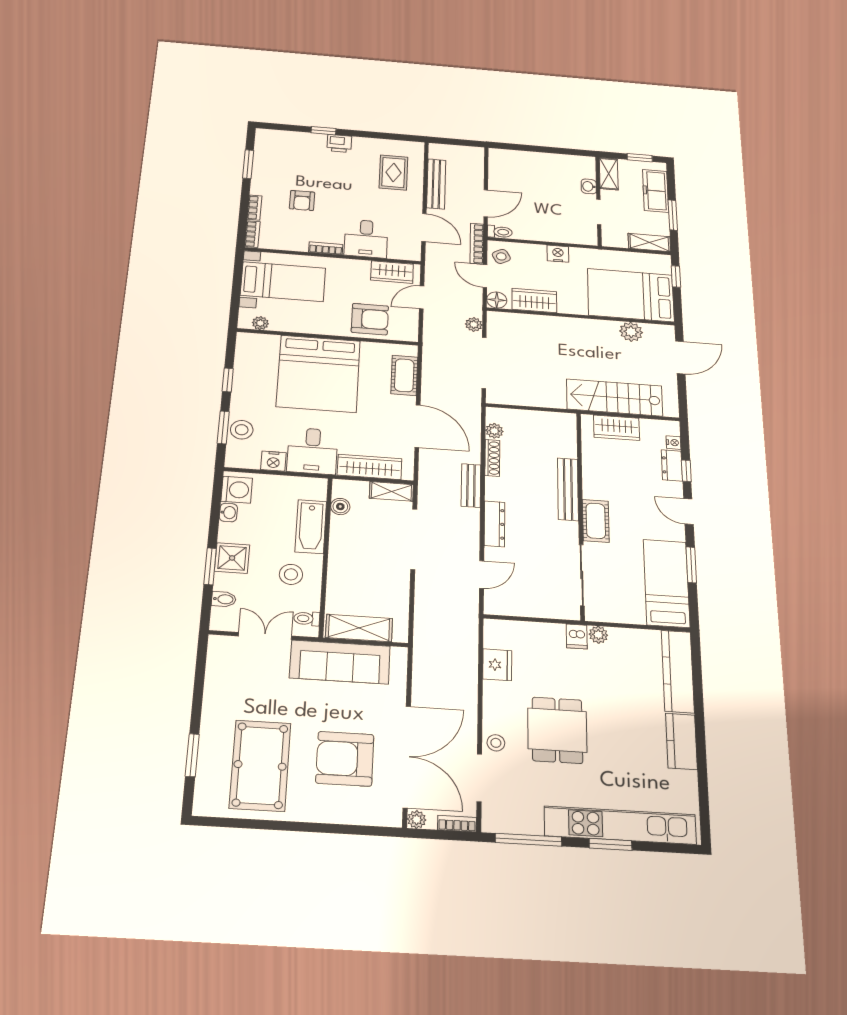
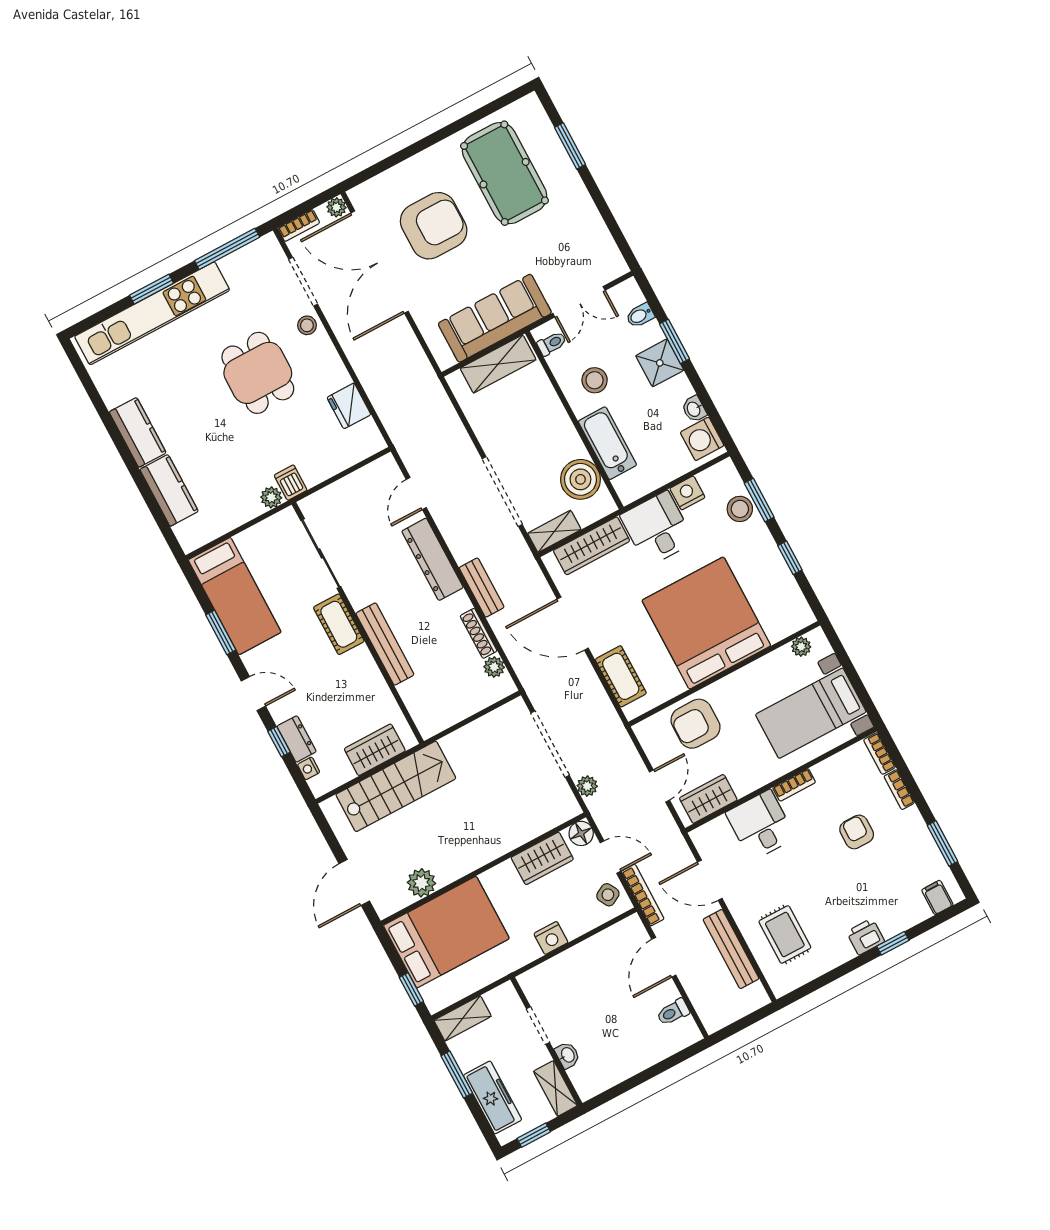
filing cabinet: (274, 138) -> (937, 897), added
toilet: (500, 232) -> (673, 1012), moved
boiler: (340, 506) -> (580, 479), width x1.86, depth x1.86
dresser: (494, 524) -> (432, 559), width x1.37, depth x1.24
kitchen counter: (678, 671) -> (169, 490), width x0.67

